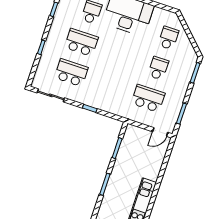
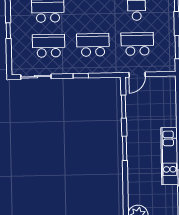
school desk: (110, 86) -> (93, 45), added
door: (160, 132) -> (137, 75), moved

